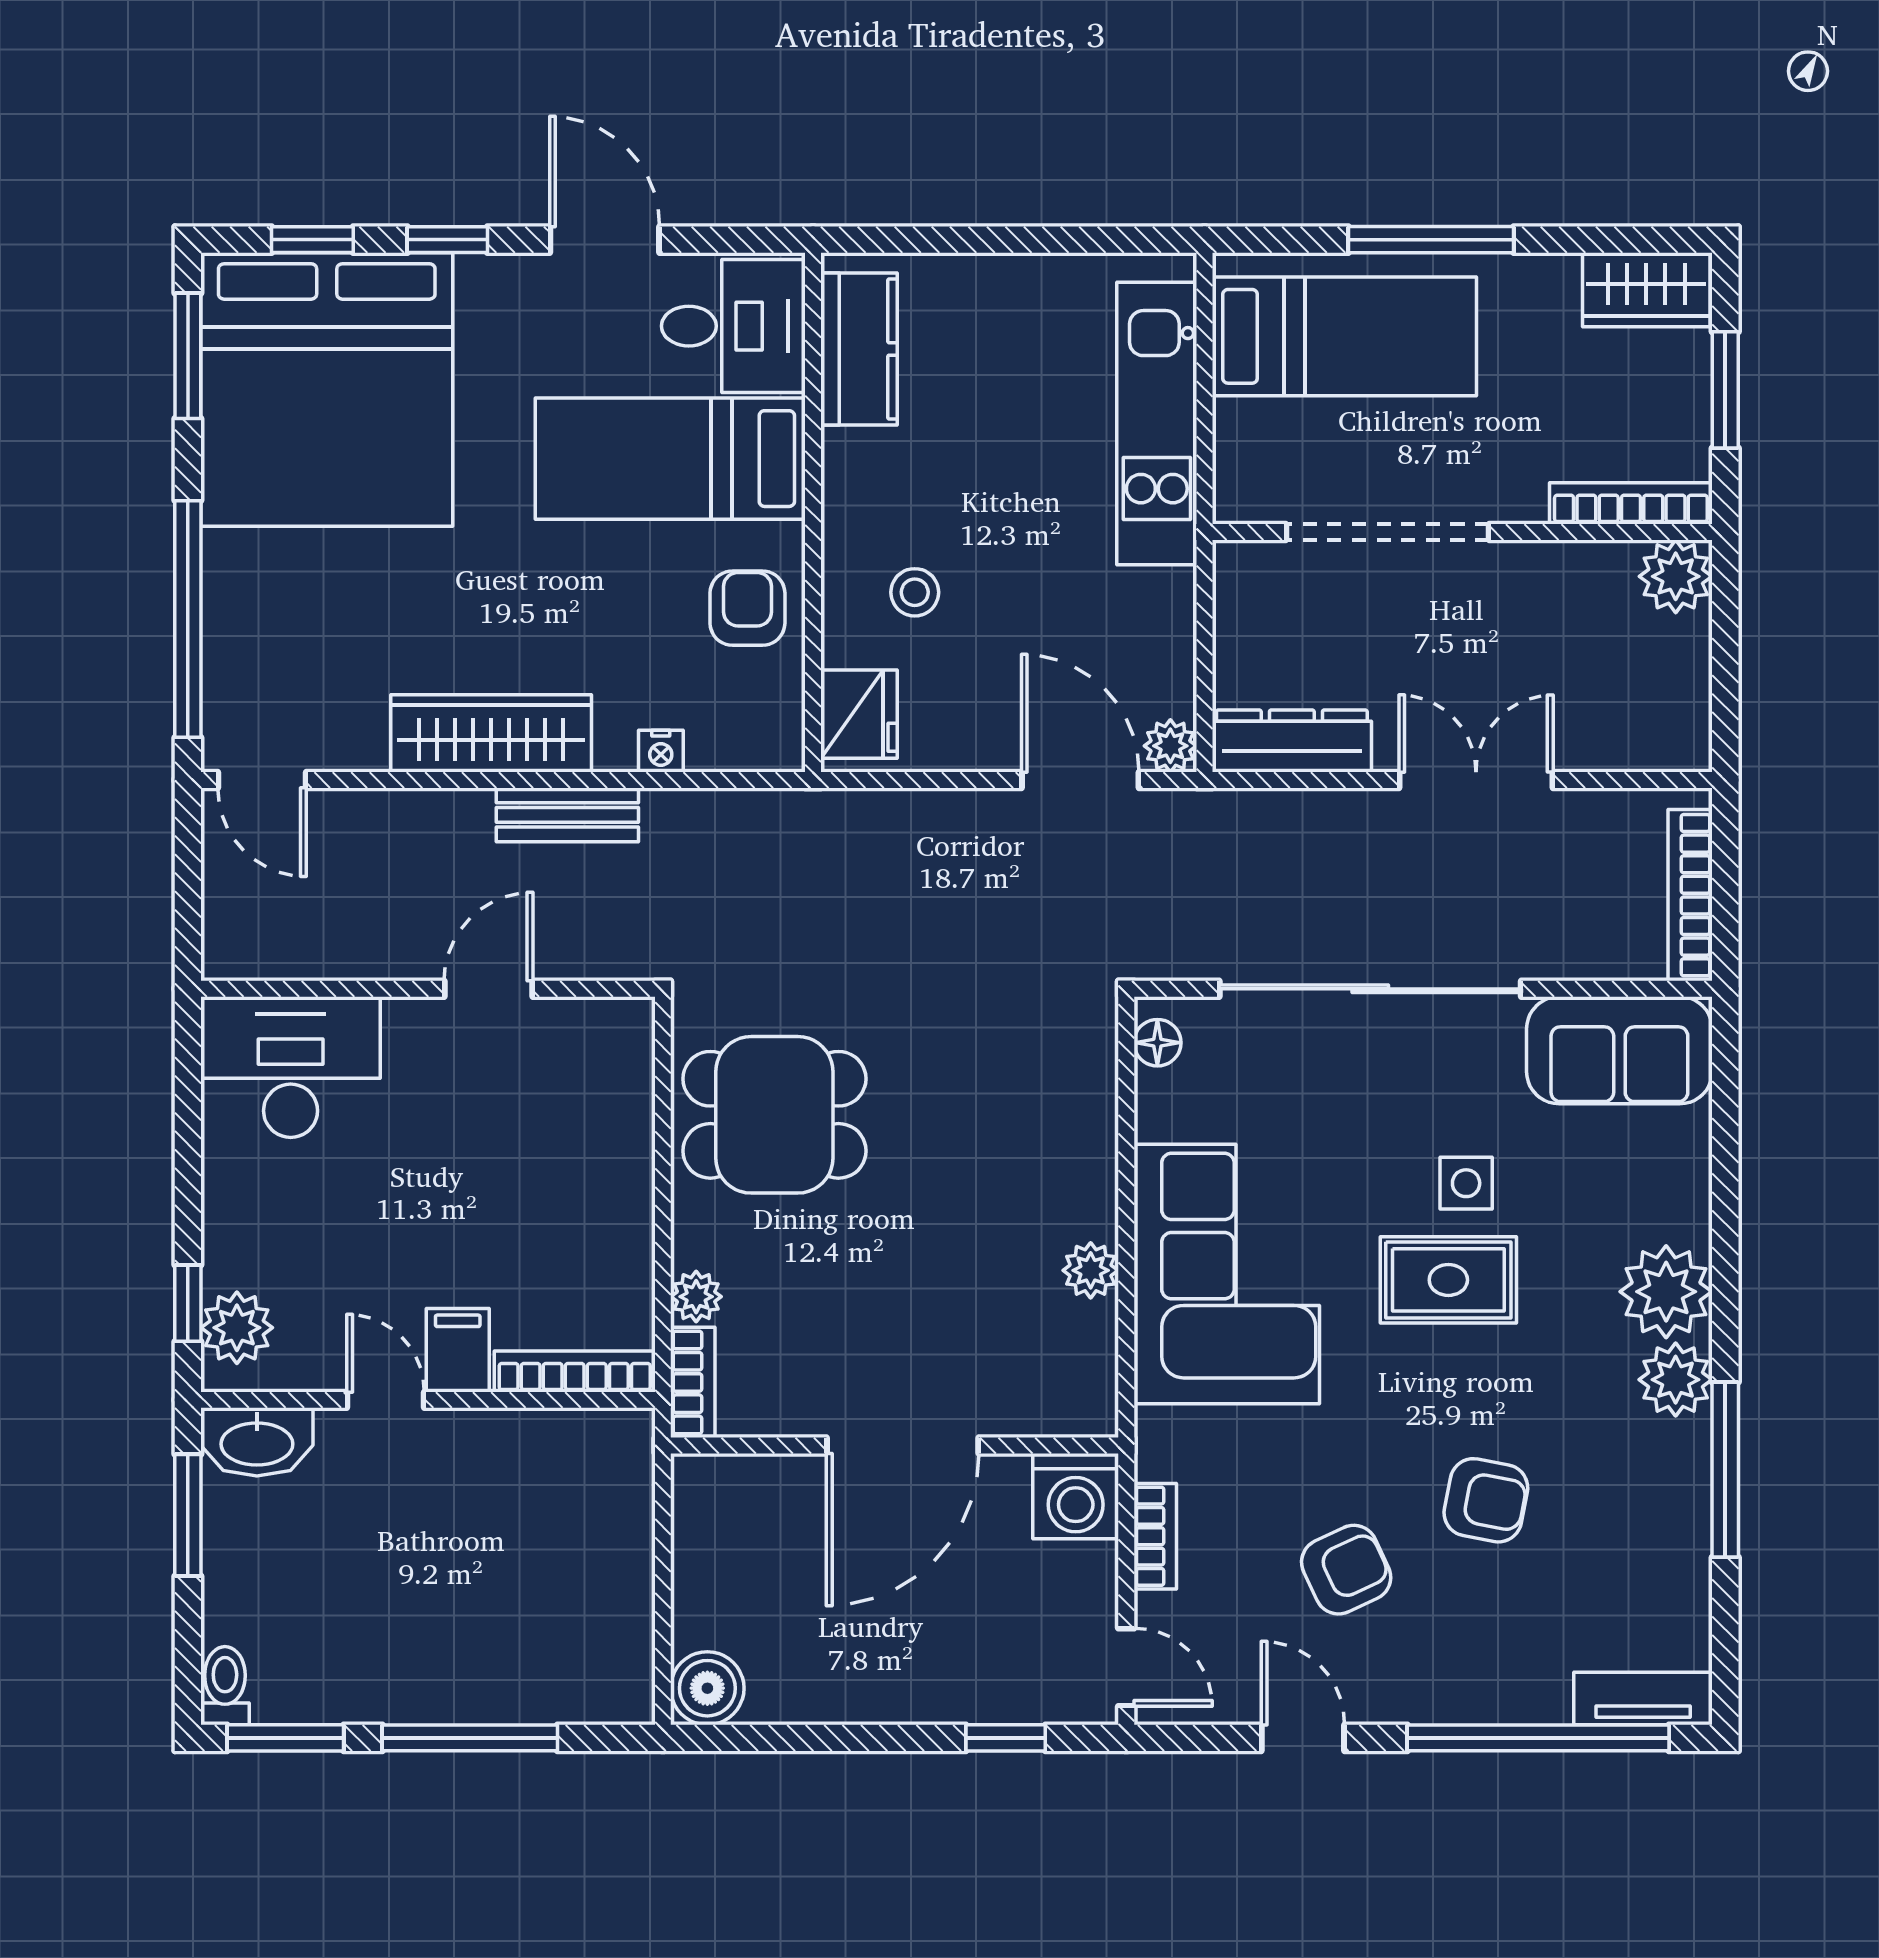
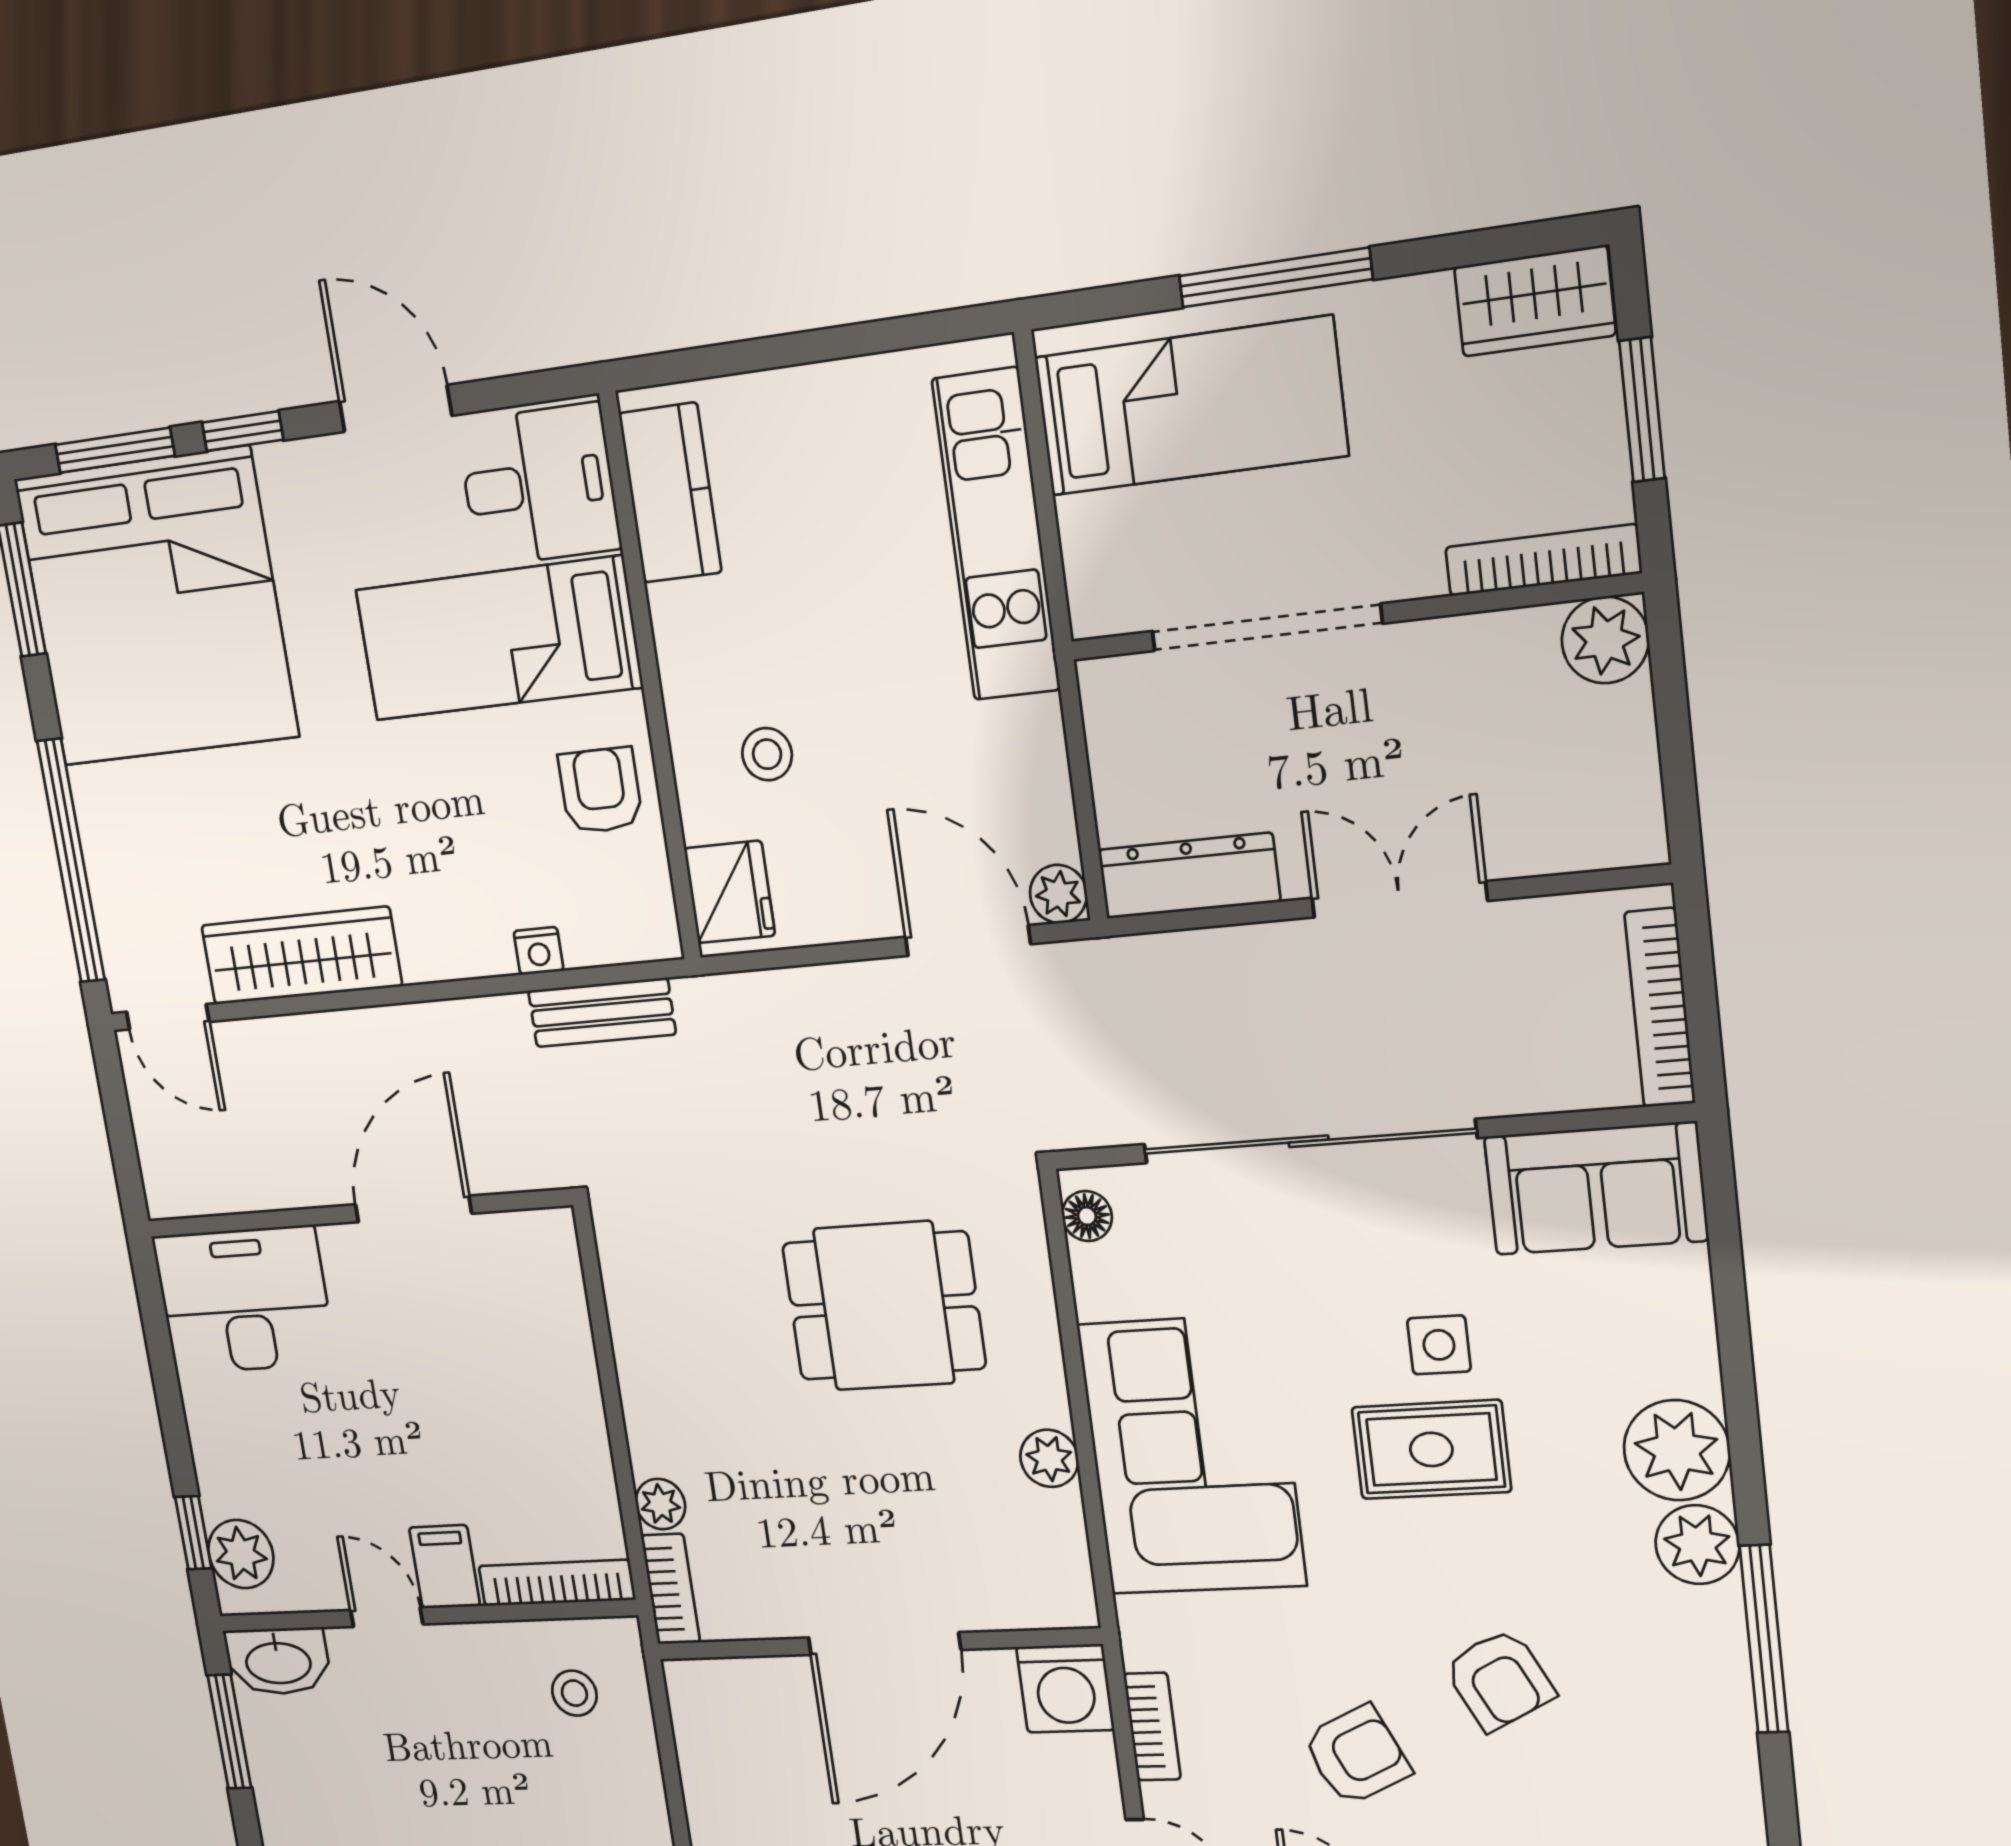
window: (312, 240) -> (115, 450), width x1.50
wardrobe: (491, 733) -> (301, 956), moved
bench: (567, 815) -> (602, 1013), moved
door: (488, 989) -> (413, 1209), width x1.38
dining table: (774, 1115) -> (884, 1306), moved
stool: (574, 1486) -> (574, 1693), added
armchair: (1486, 1500) -> (1499, 1680), turned 52

